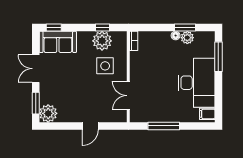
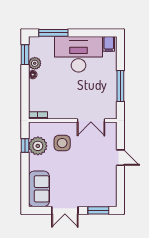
window: (54, 28) -> (25, 193), removed
window: (185, 28) -> (25, 55), moved
plant: (48, 113) -> (108, 198), removed

